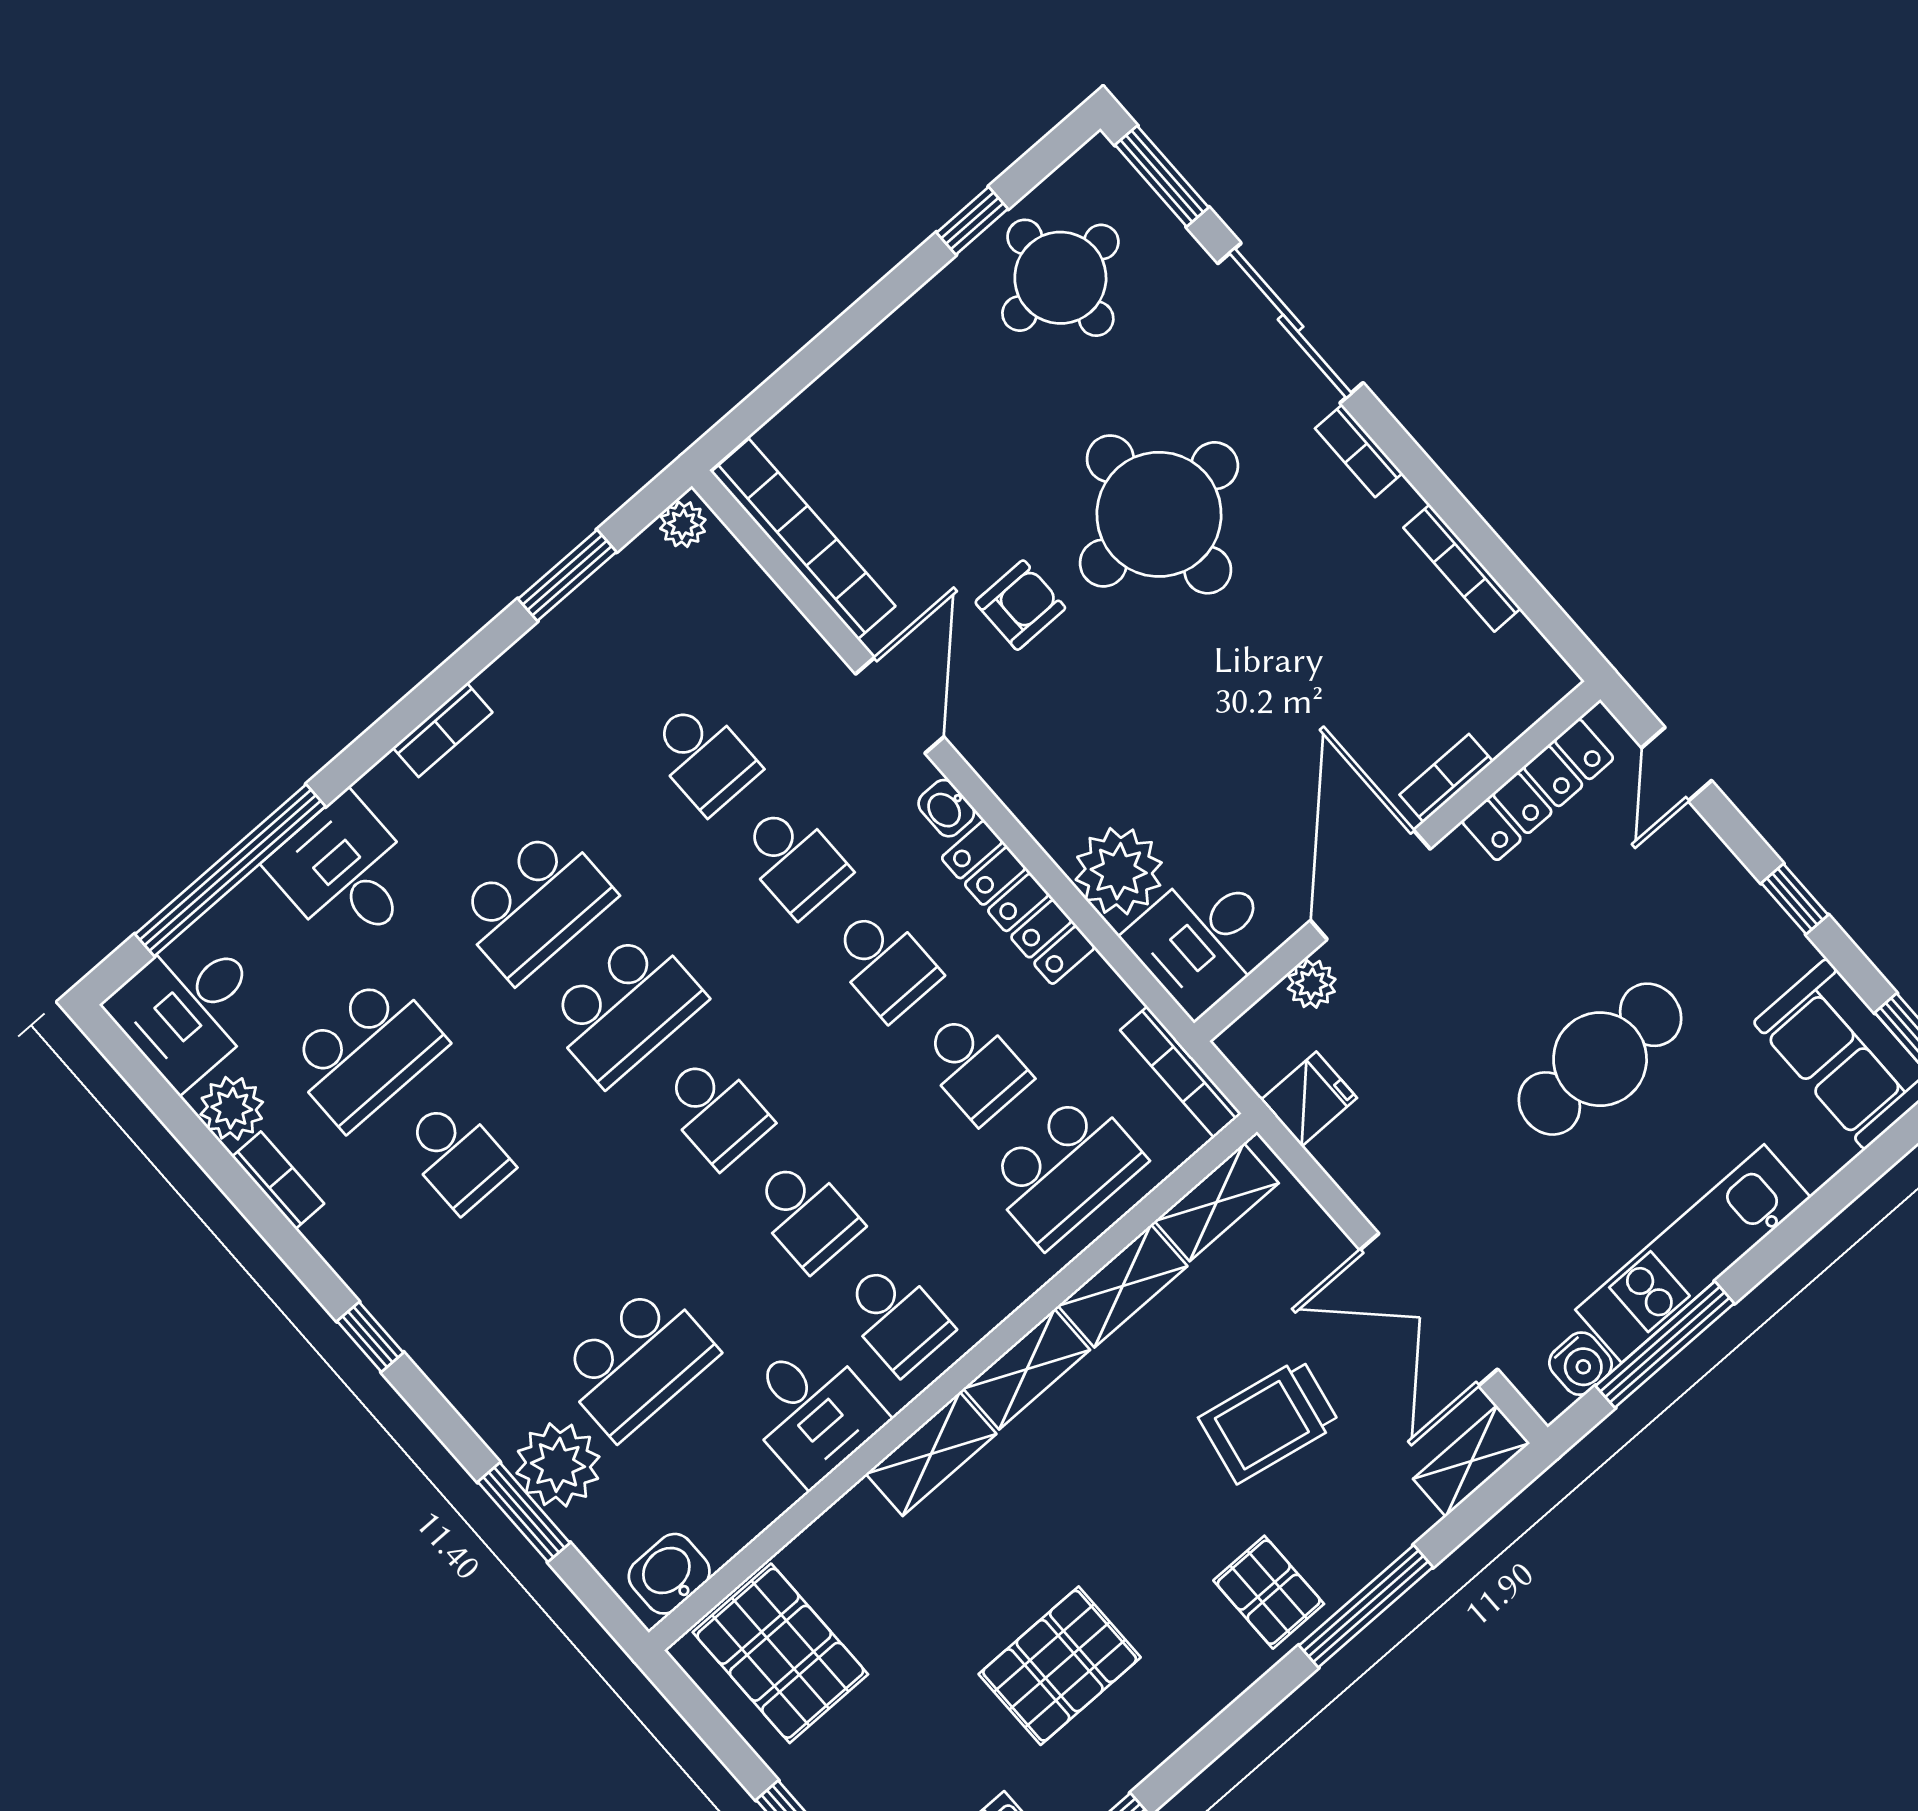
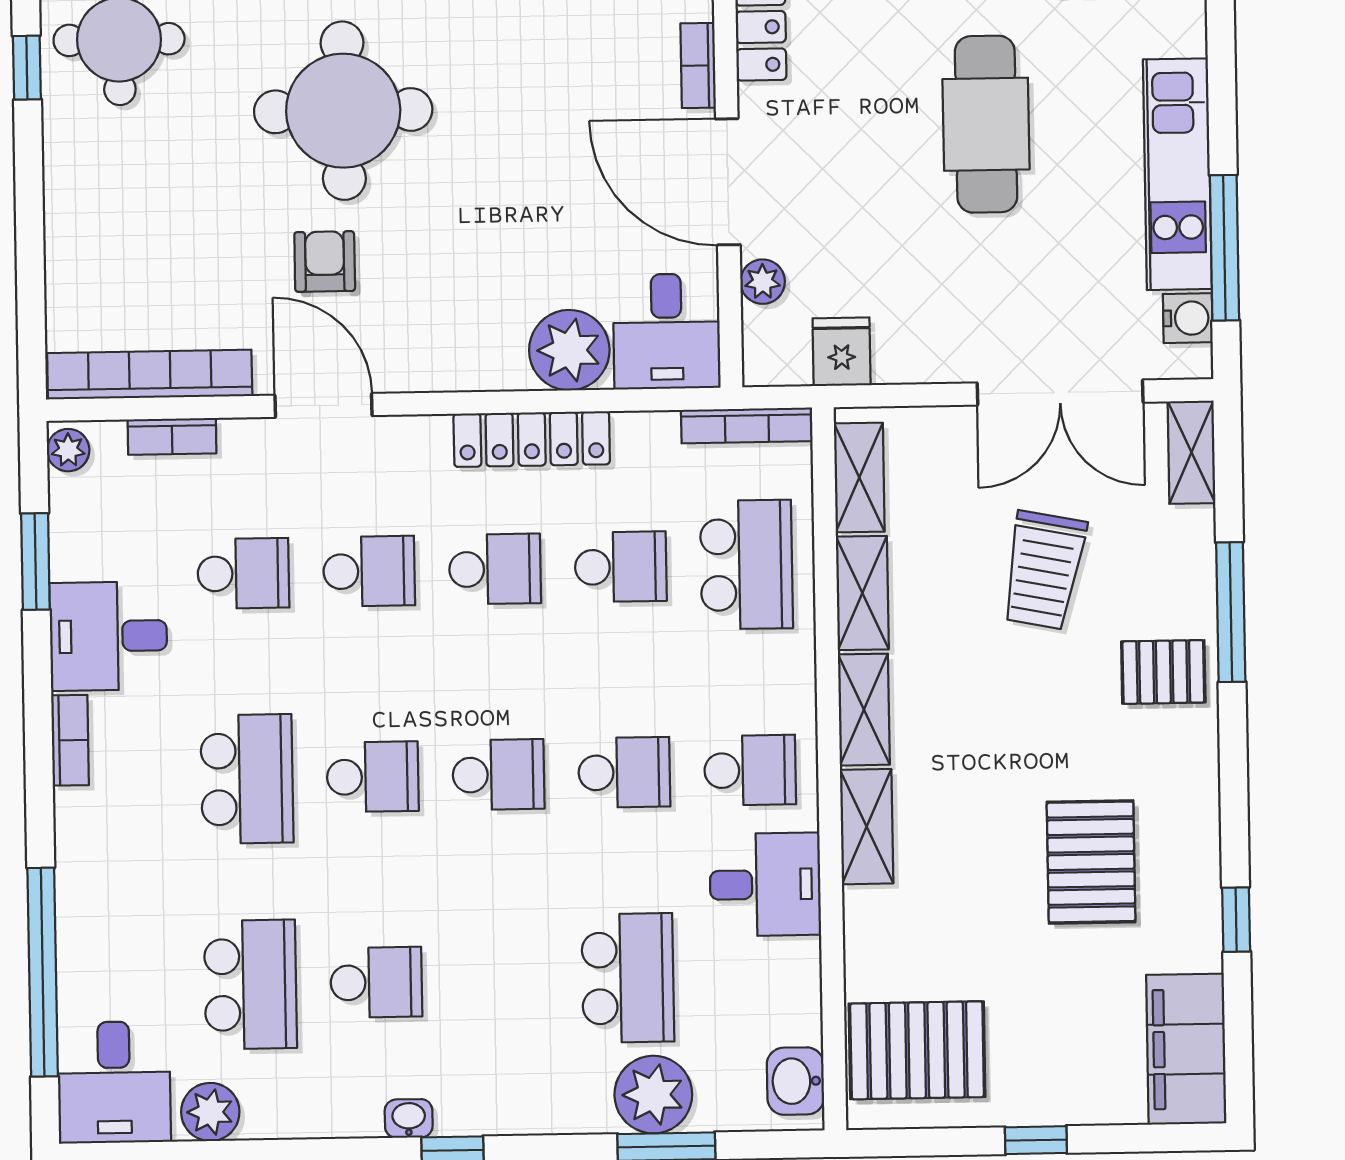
washbasin: (946, 808) -> (409, 1118), moved, turned 180
desk: (346, 873) -> (108, 636), moved
school desk: (625, 1008) -> (373, 777), width x0.54
bookcase: (278, 1180) -> (172, 436), moved, turned 180

